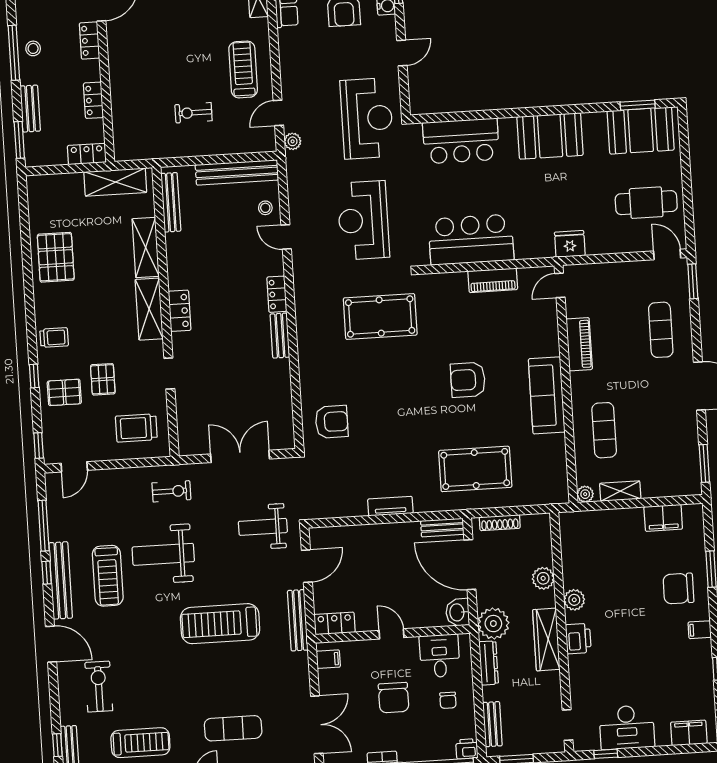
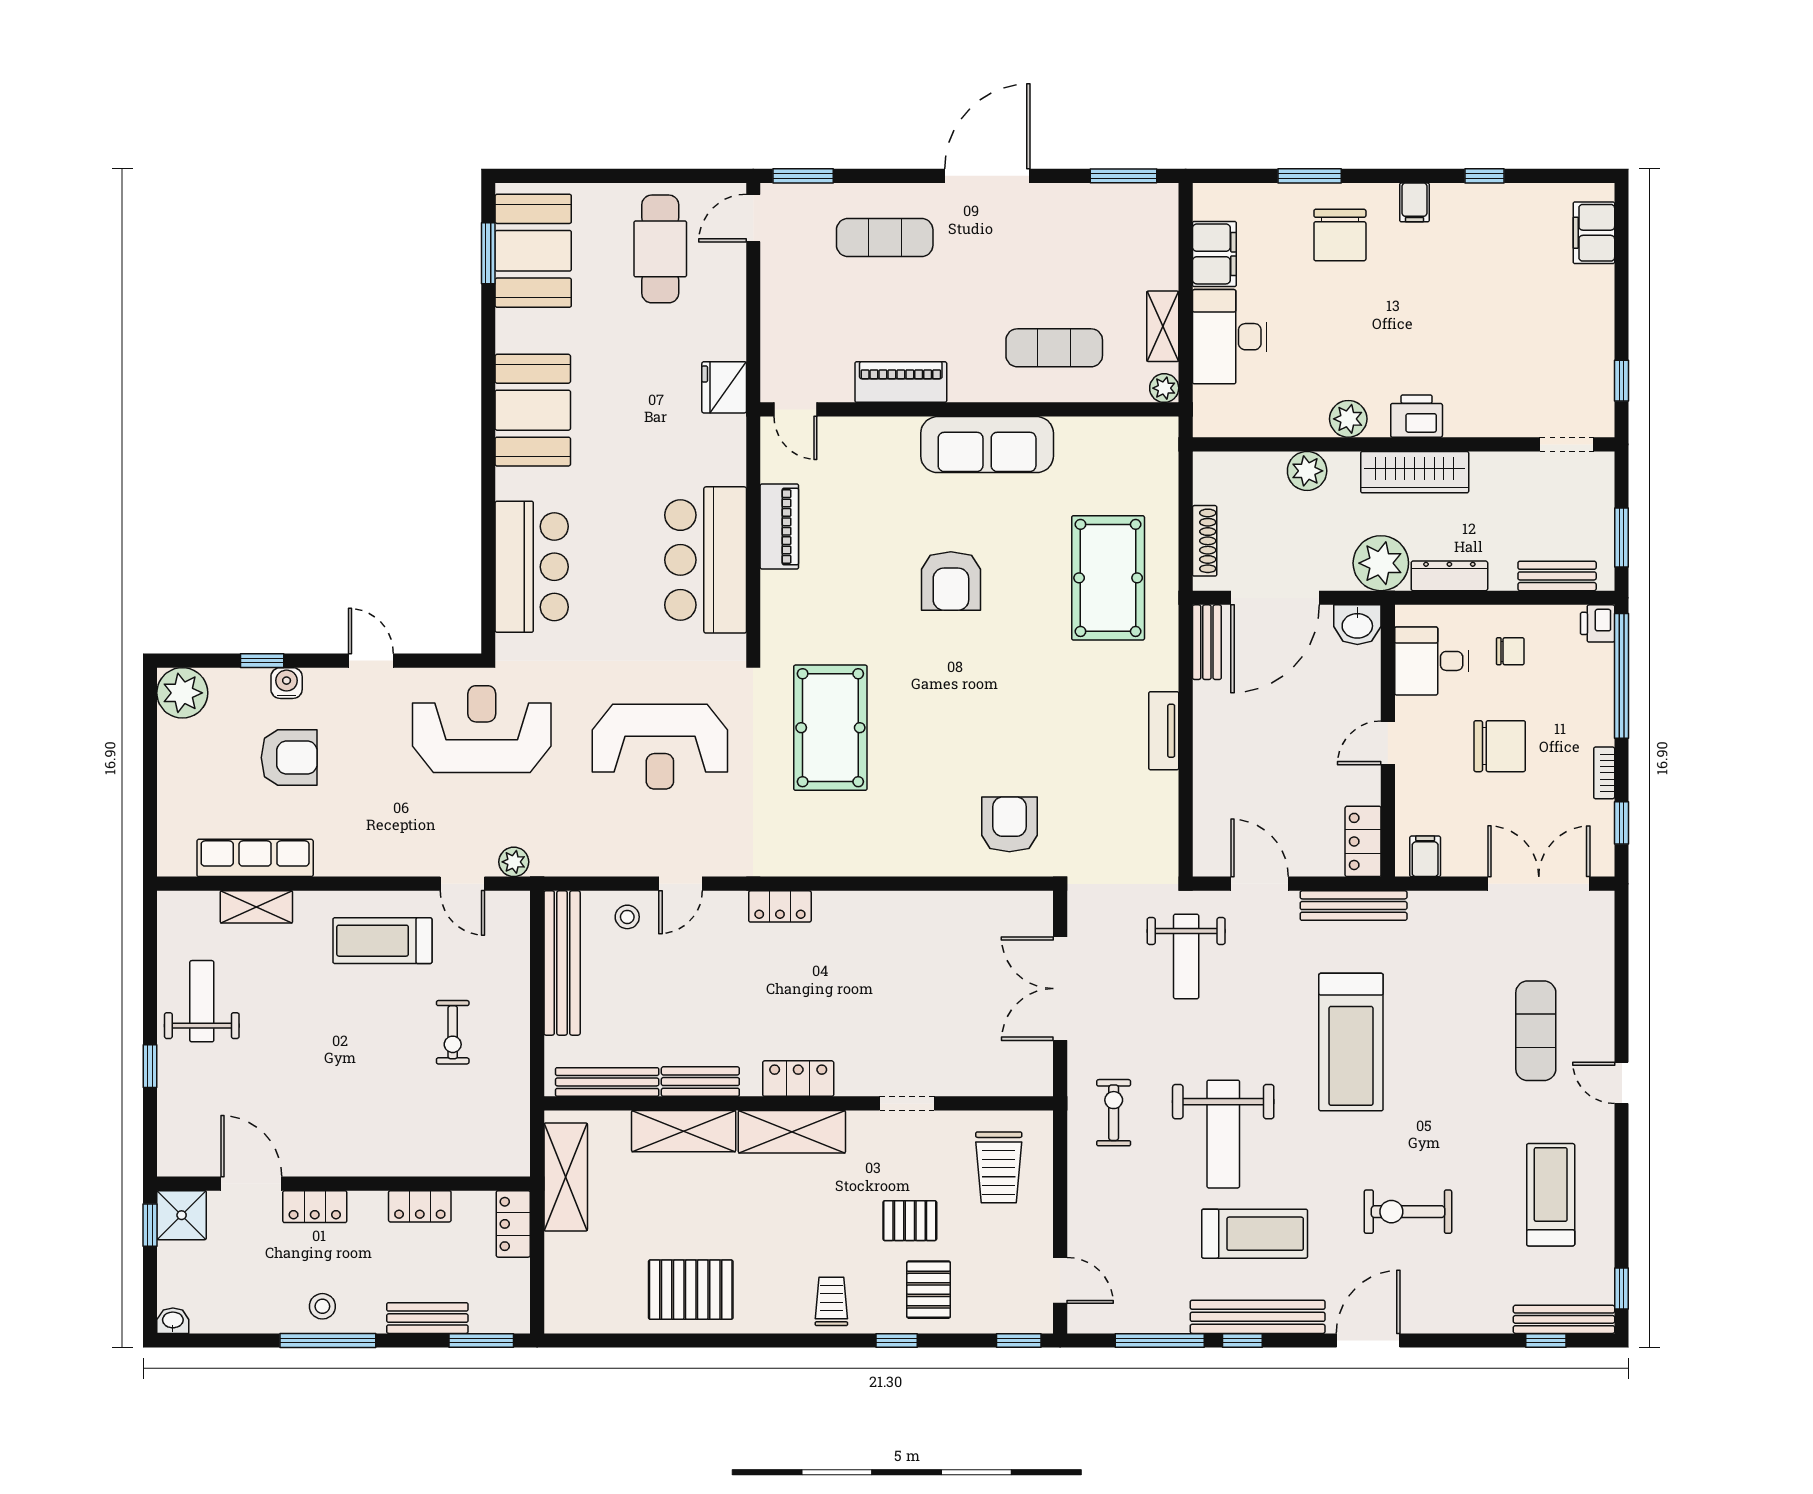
bench: (280, 336) -> (700, 1082), moved
exercise bike: (99, 687) -> (1408, 1212), moved
desk: (627, 727) -> (1230, 337), moved, turned 180

